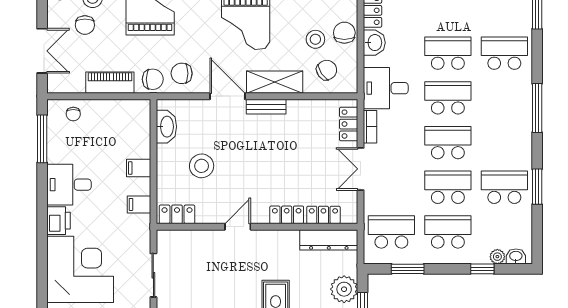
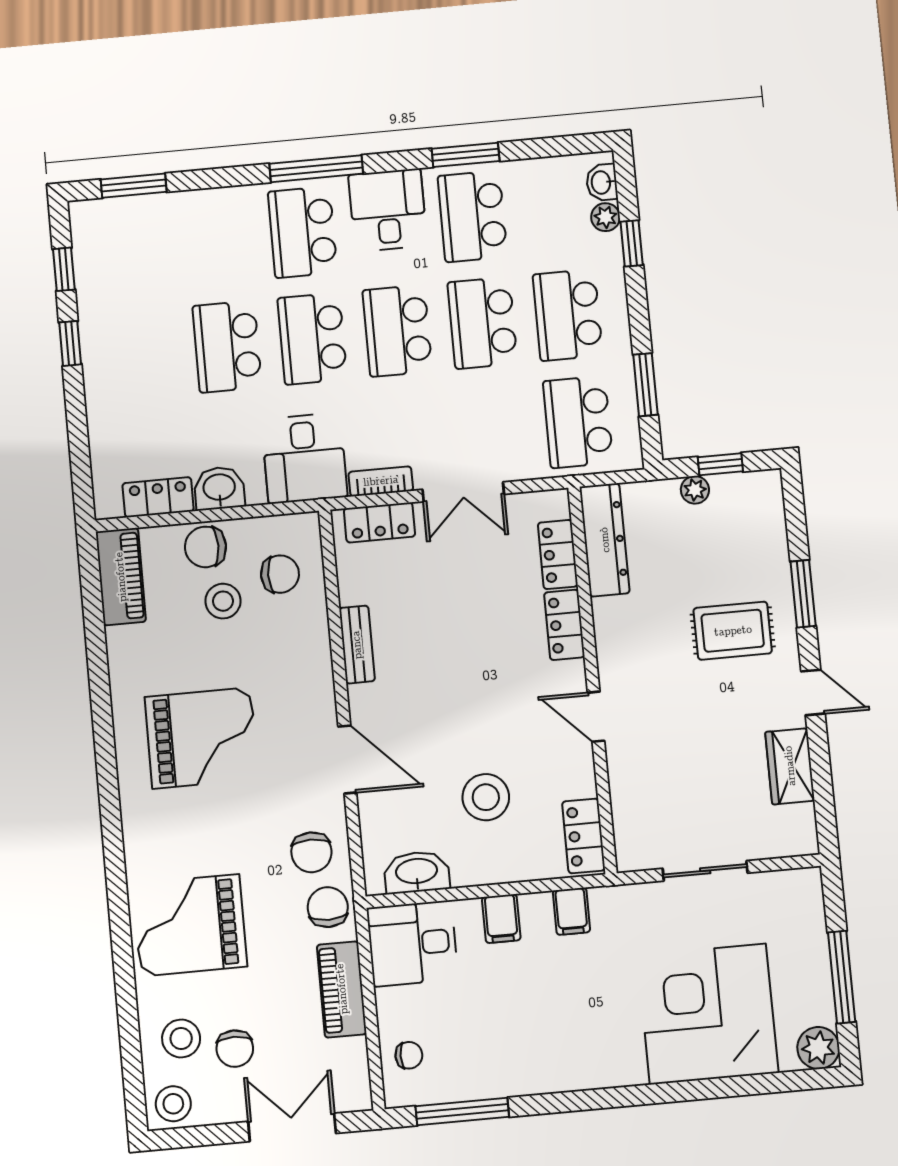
chair: (85, 25) -> (235, 1049), turned 90
school desk: (504, 53) -> (303, 232), moved
chair: (327, 70) -> (280, 574), turned 124
shelving: (275, 82) -> (312, 672), removed
door: (228, 96) -> (347, 760), swing flipped
bench: (266, 107) -> (357, 645), moved
desk: (512, 143) -> (388, 210), added
desk: (69, 185) -> (412, 944), moved, turned 90
printer: (59, 221) -> (618, 1065), removed
plant: (344, 289) -> (695, 490), width x0.53, depth x0.53

